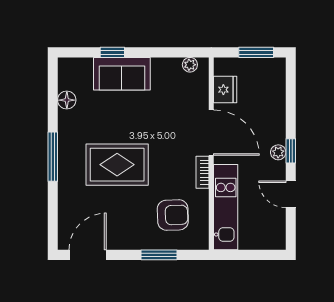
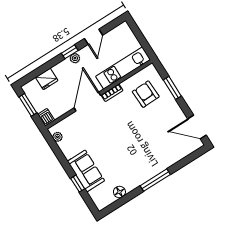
dishwasher: (225, 66) -> (46, 117), added
fridge: (225, 90) -> (47, 79), moved, turned 180
rug: (117, 165) -> (137, 142), removed

